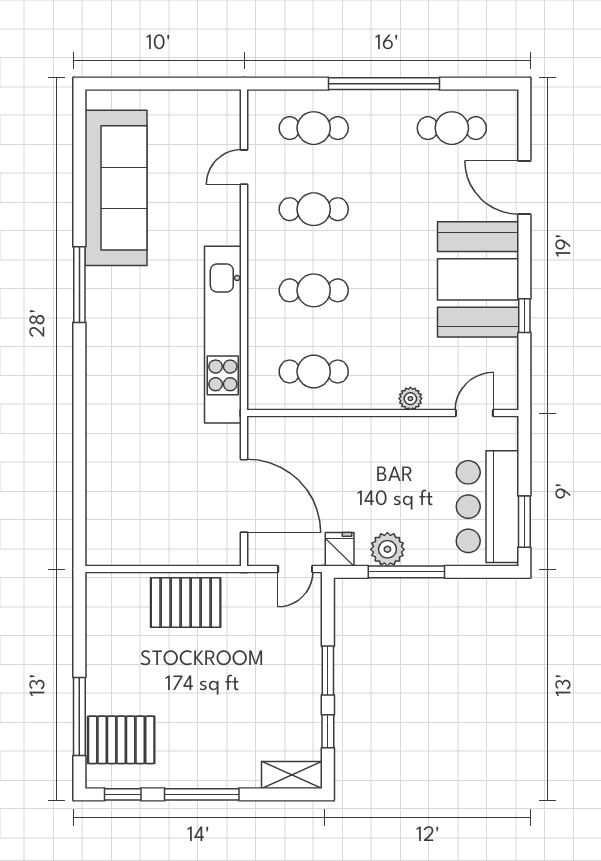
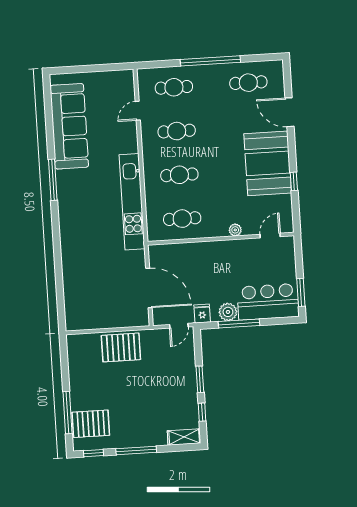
bar counter: (487, 507) -> (268, 302), moved, turned 90

